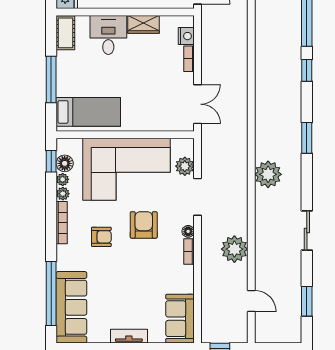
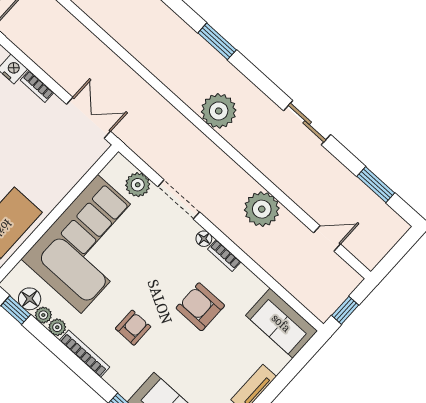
armchair: (144, 225) -> (200, 307), moved

